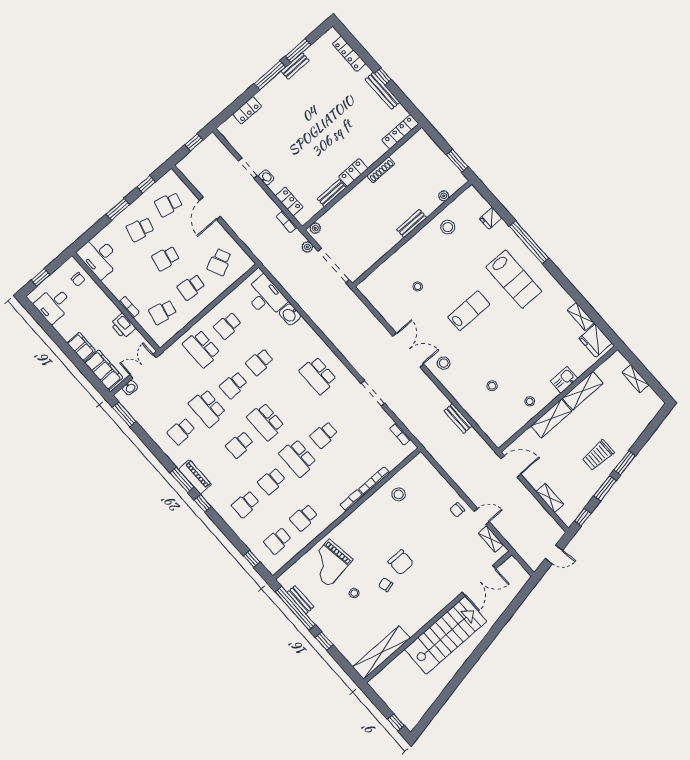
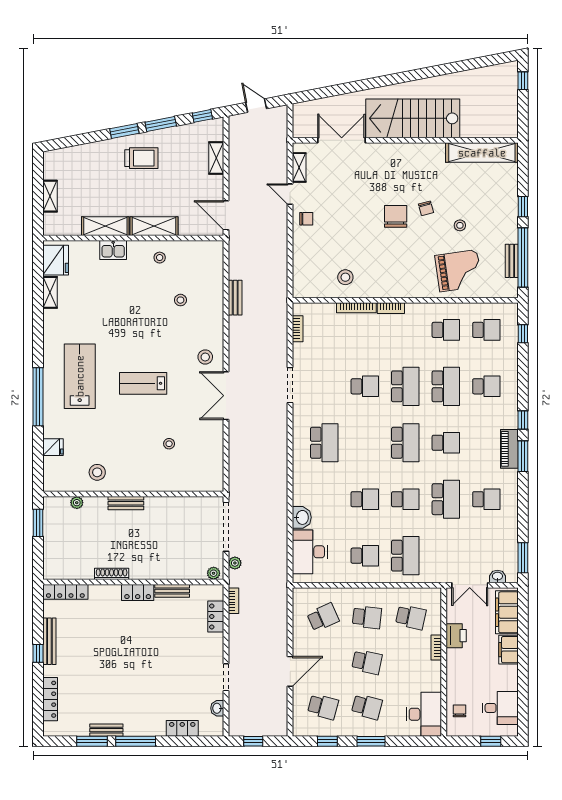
washbasin: (266, 177) -> (217, 708), moved
school desk: (272, 481) -> (446, 386), width x1.85

